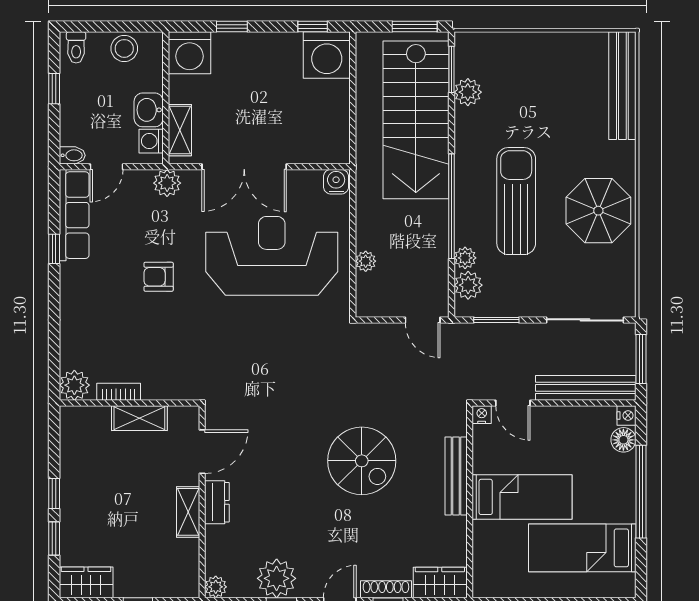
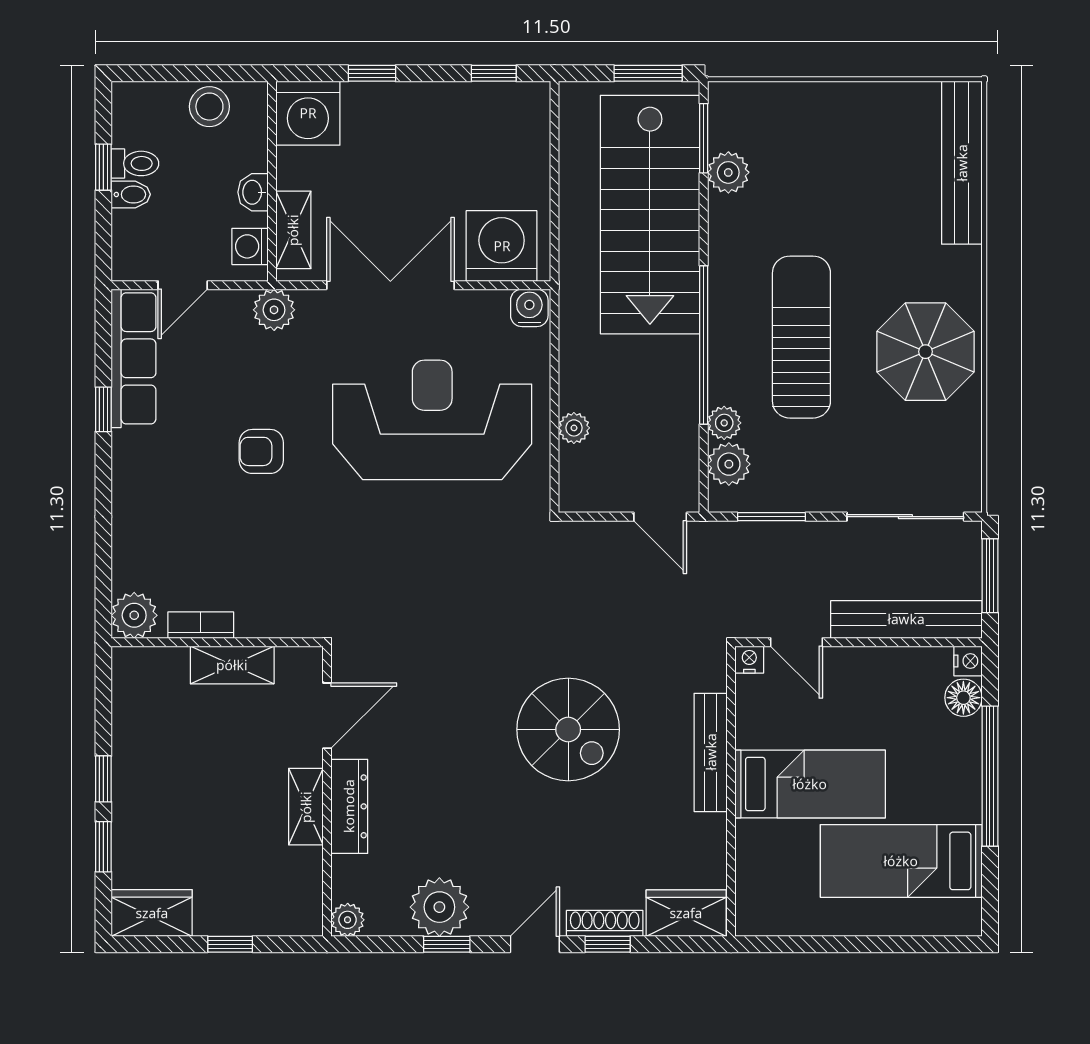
toilet: (76, 47) -> (135, 163), moved, turned -90
washing machine: (327, 55) -> (502, 246), moved, turned 180
washbasin: (149, 110) -> (253, 192), width x0.72, depth x0.69
bidet: (72, 155) -> (131, 194), moved
double door: (244, 167) -> (390, 285), swing flipped
dresser: (217, 502) -> (349, 806), width x1.44

